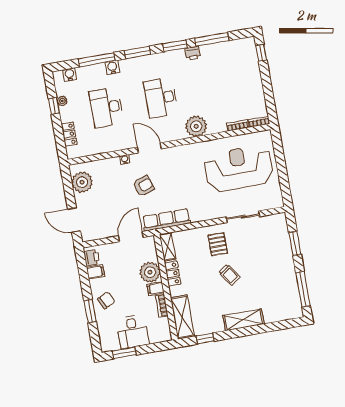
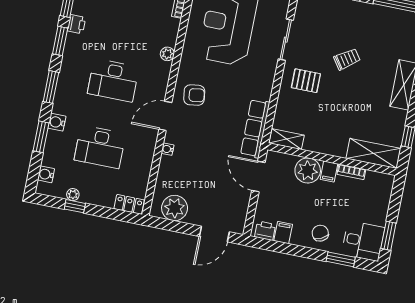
window: (97, 60) -> (41, 137), width x0.69
plant: (196, 126) -> (167, 54), width x0.53, depth x0.53
locker: (69, 134) -> (129, 204), moved
armchair: (144, 186) -> (194, 95), moved, turned 100
locker: (173, 274) -> (319, 145), removed
trolley: (229, 275) -> (347, 59), moved
window: (90, 311) -> (341, 259), moved
desk: (133, 332) -> (363, 241), moved

